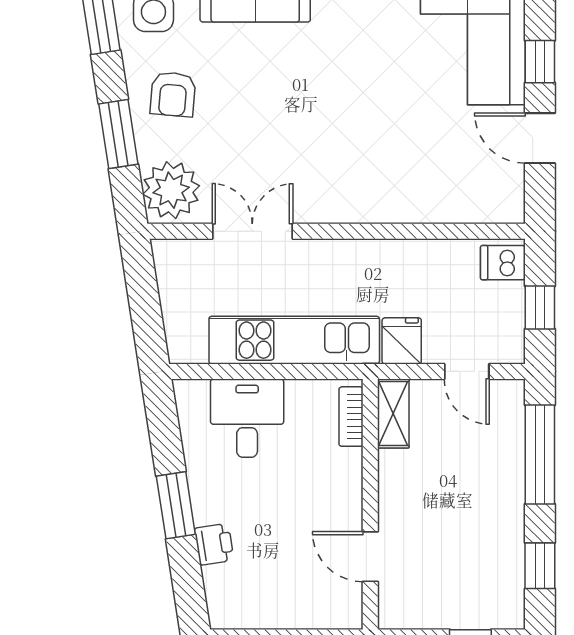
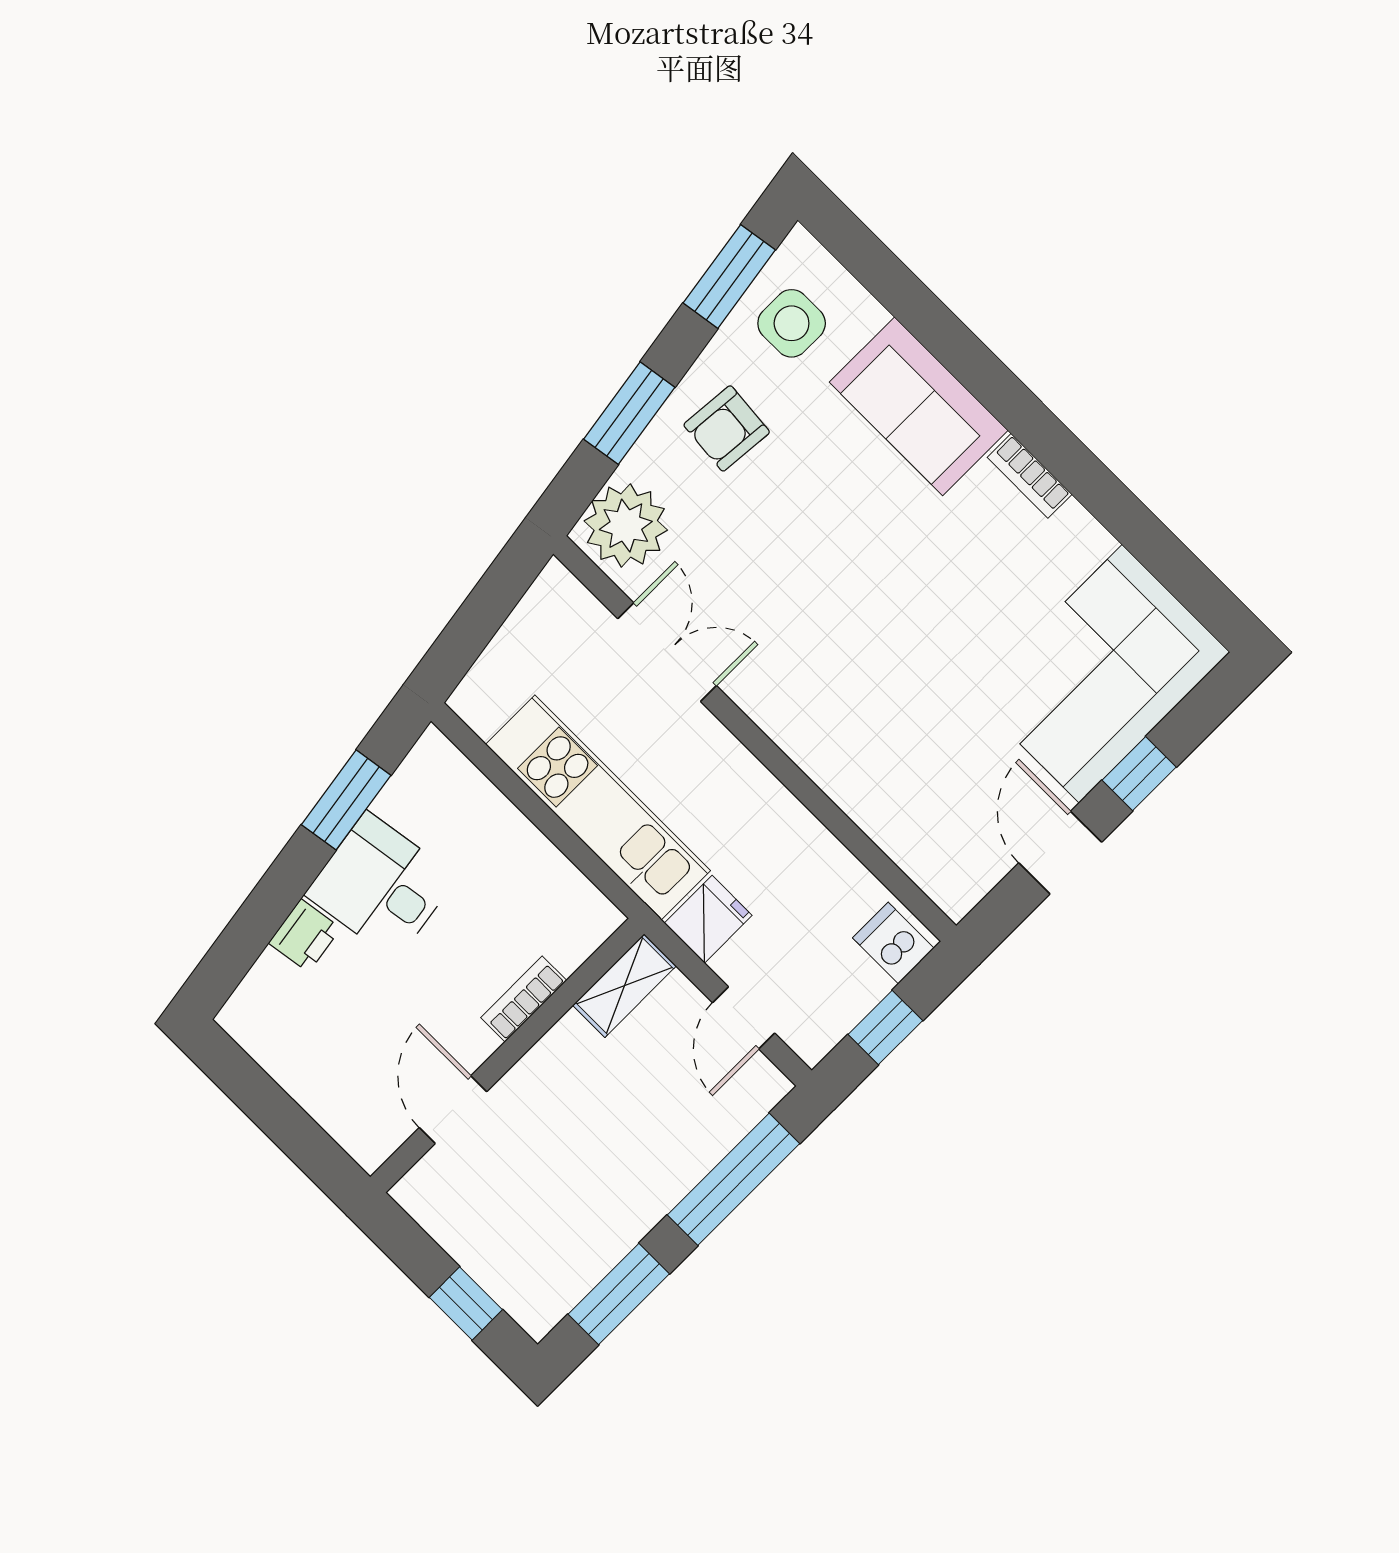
bookcase: (351, 417) -> (524, 999), moved
desk: (247, 418) -> (381, 886), moved, turned -99
window: (176, 505) -> (346, 800), moved
window: (540, 566) -> (619, 1294), width x1.50

